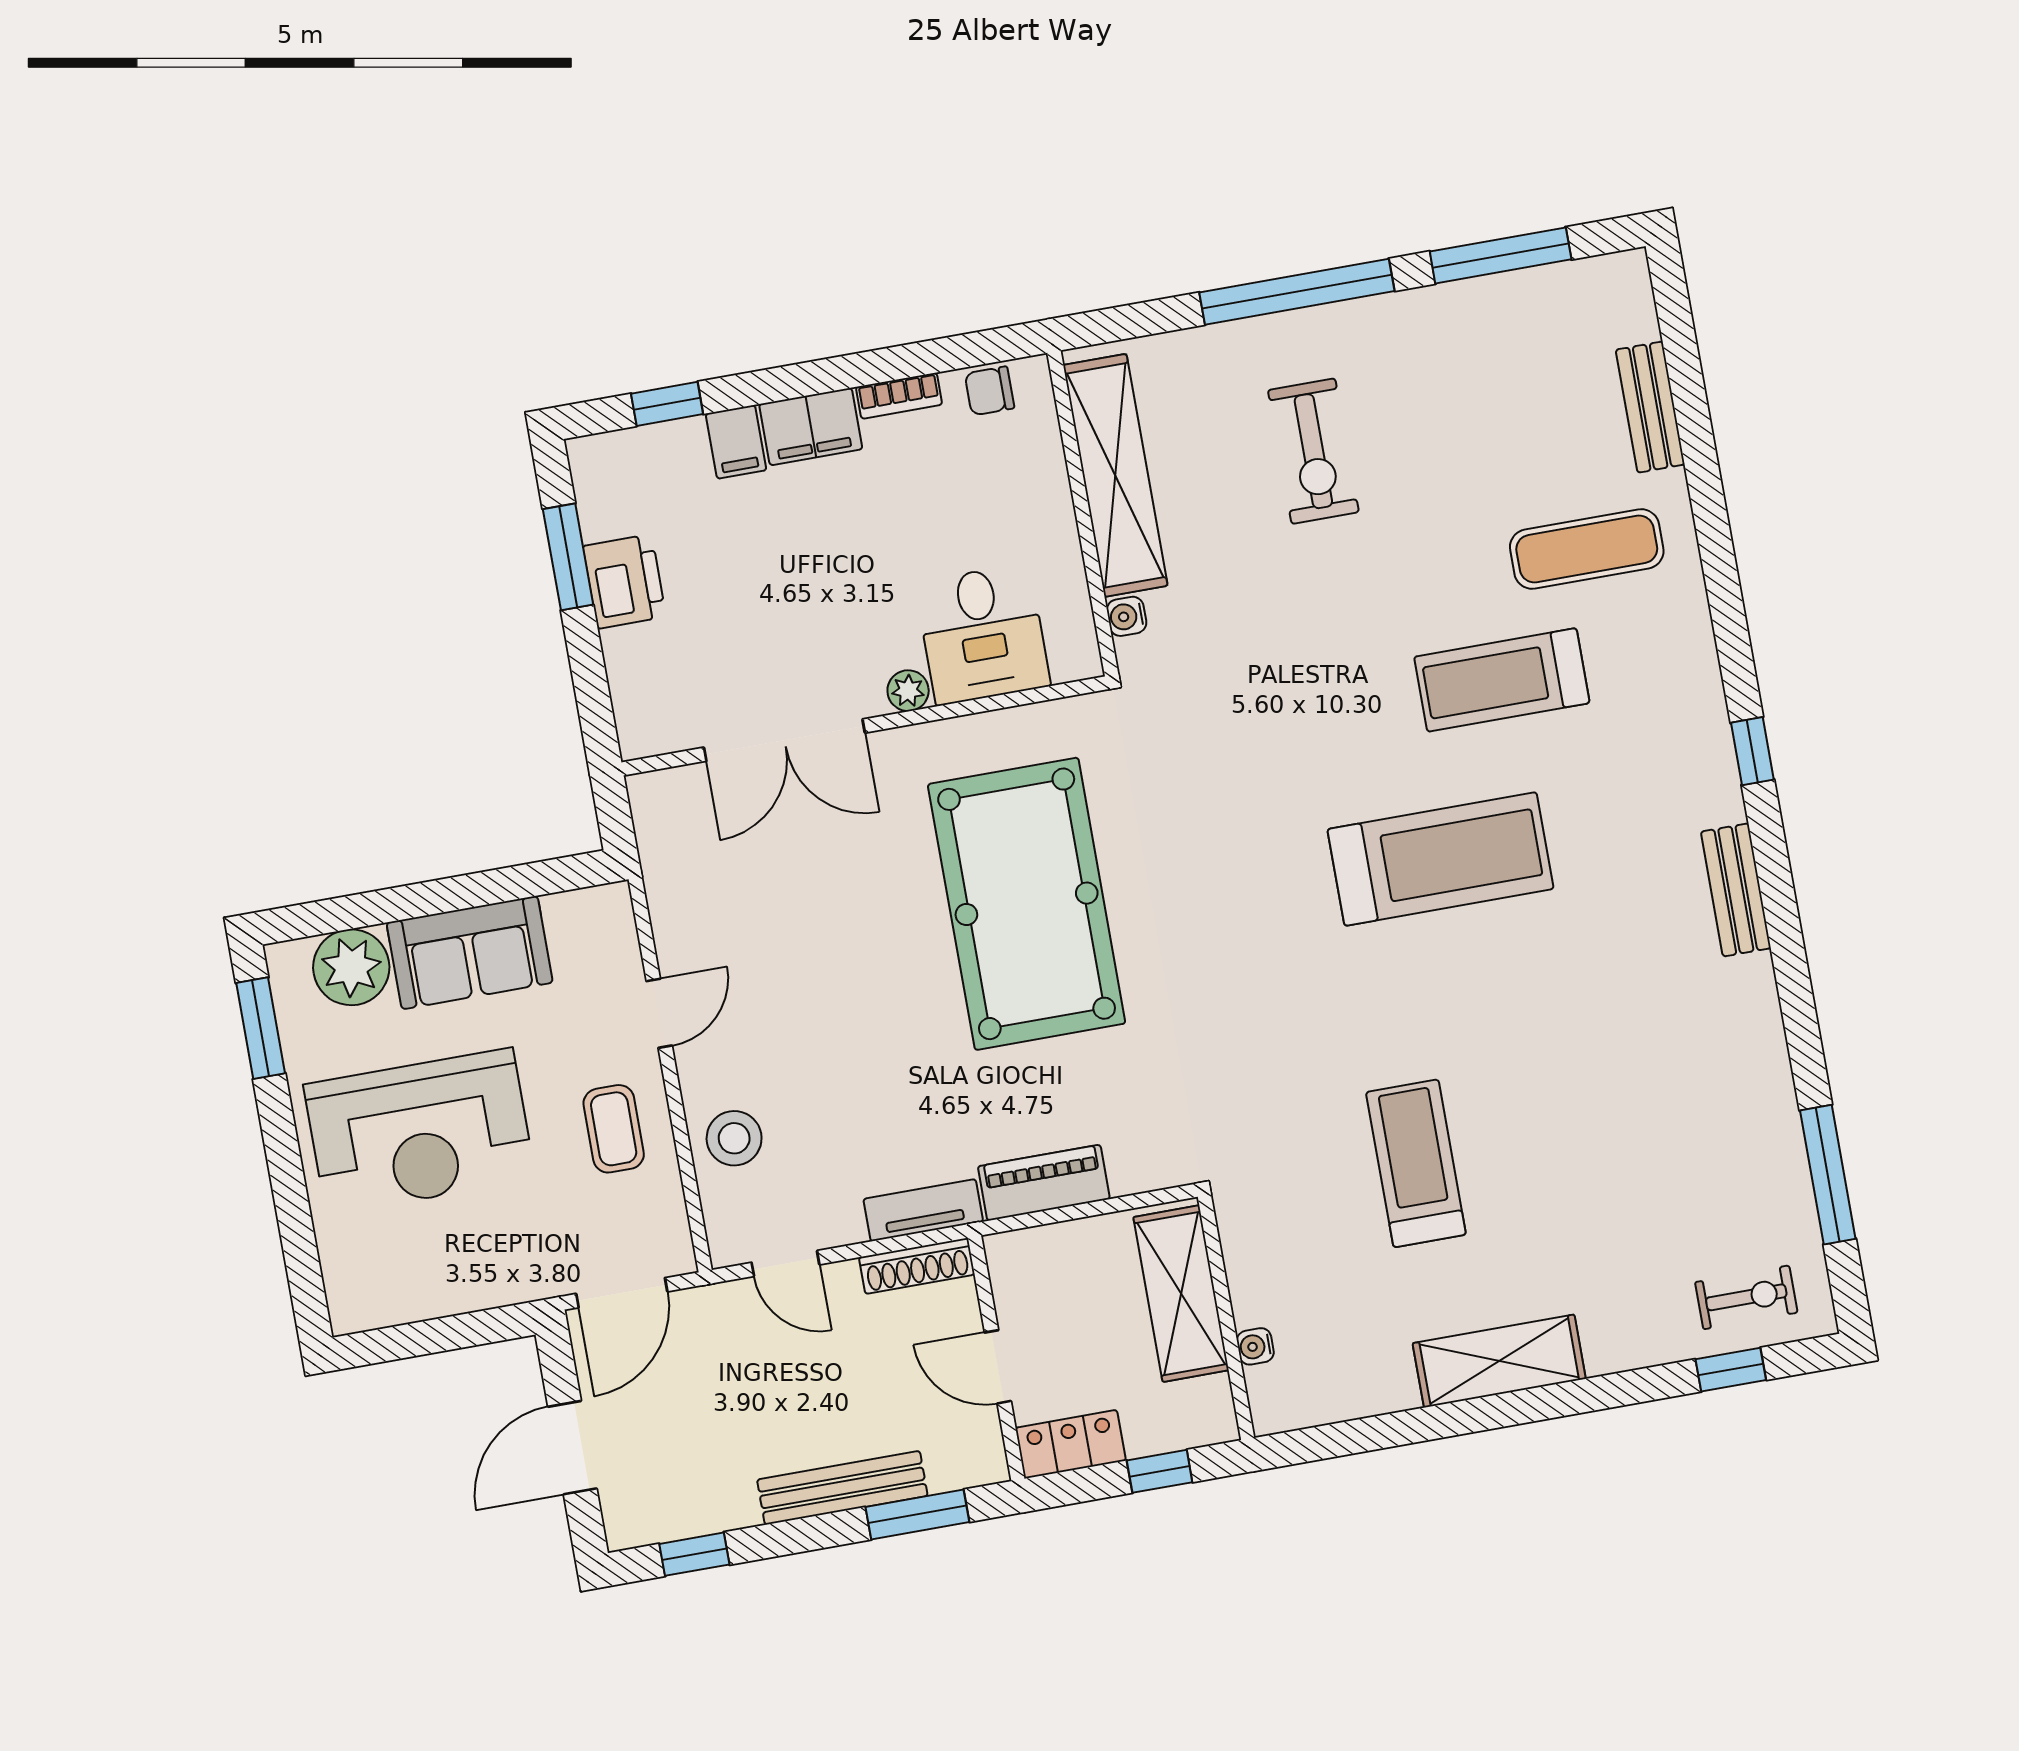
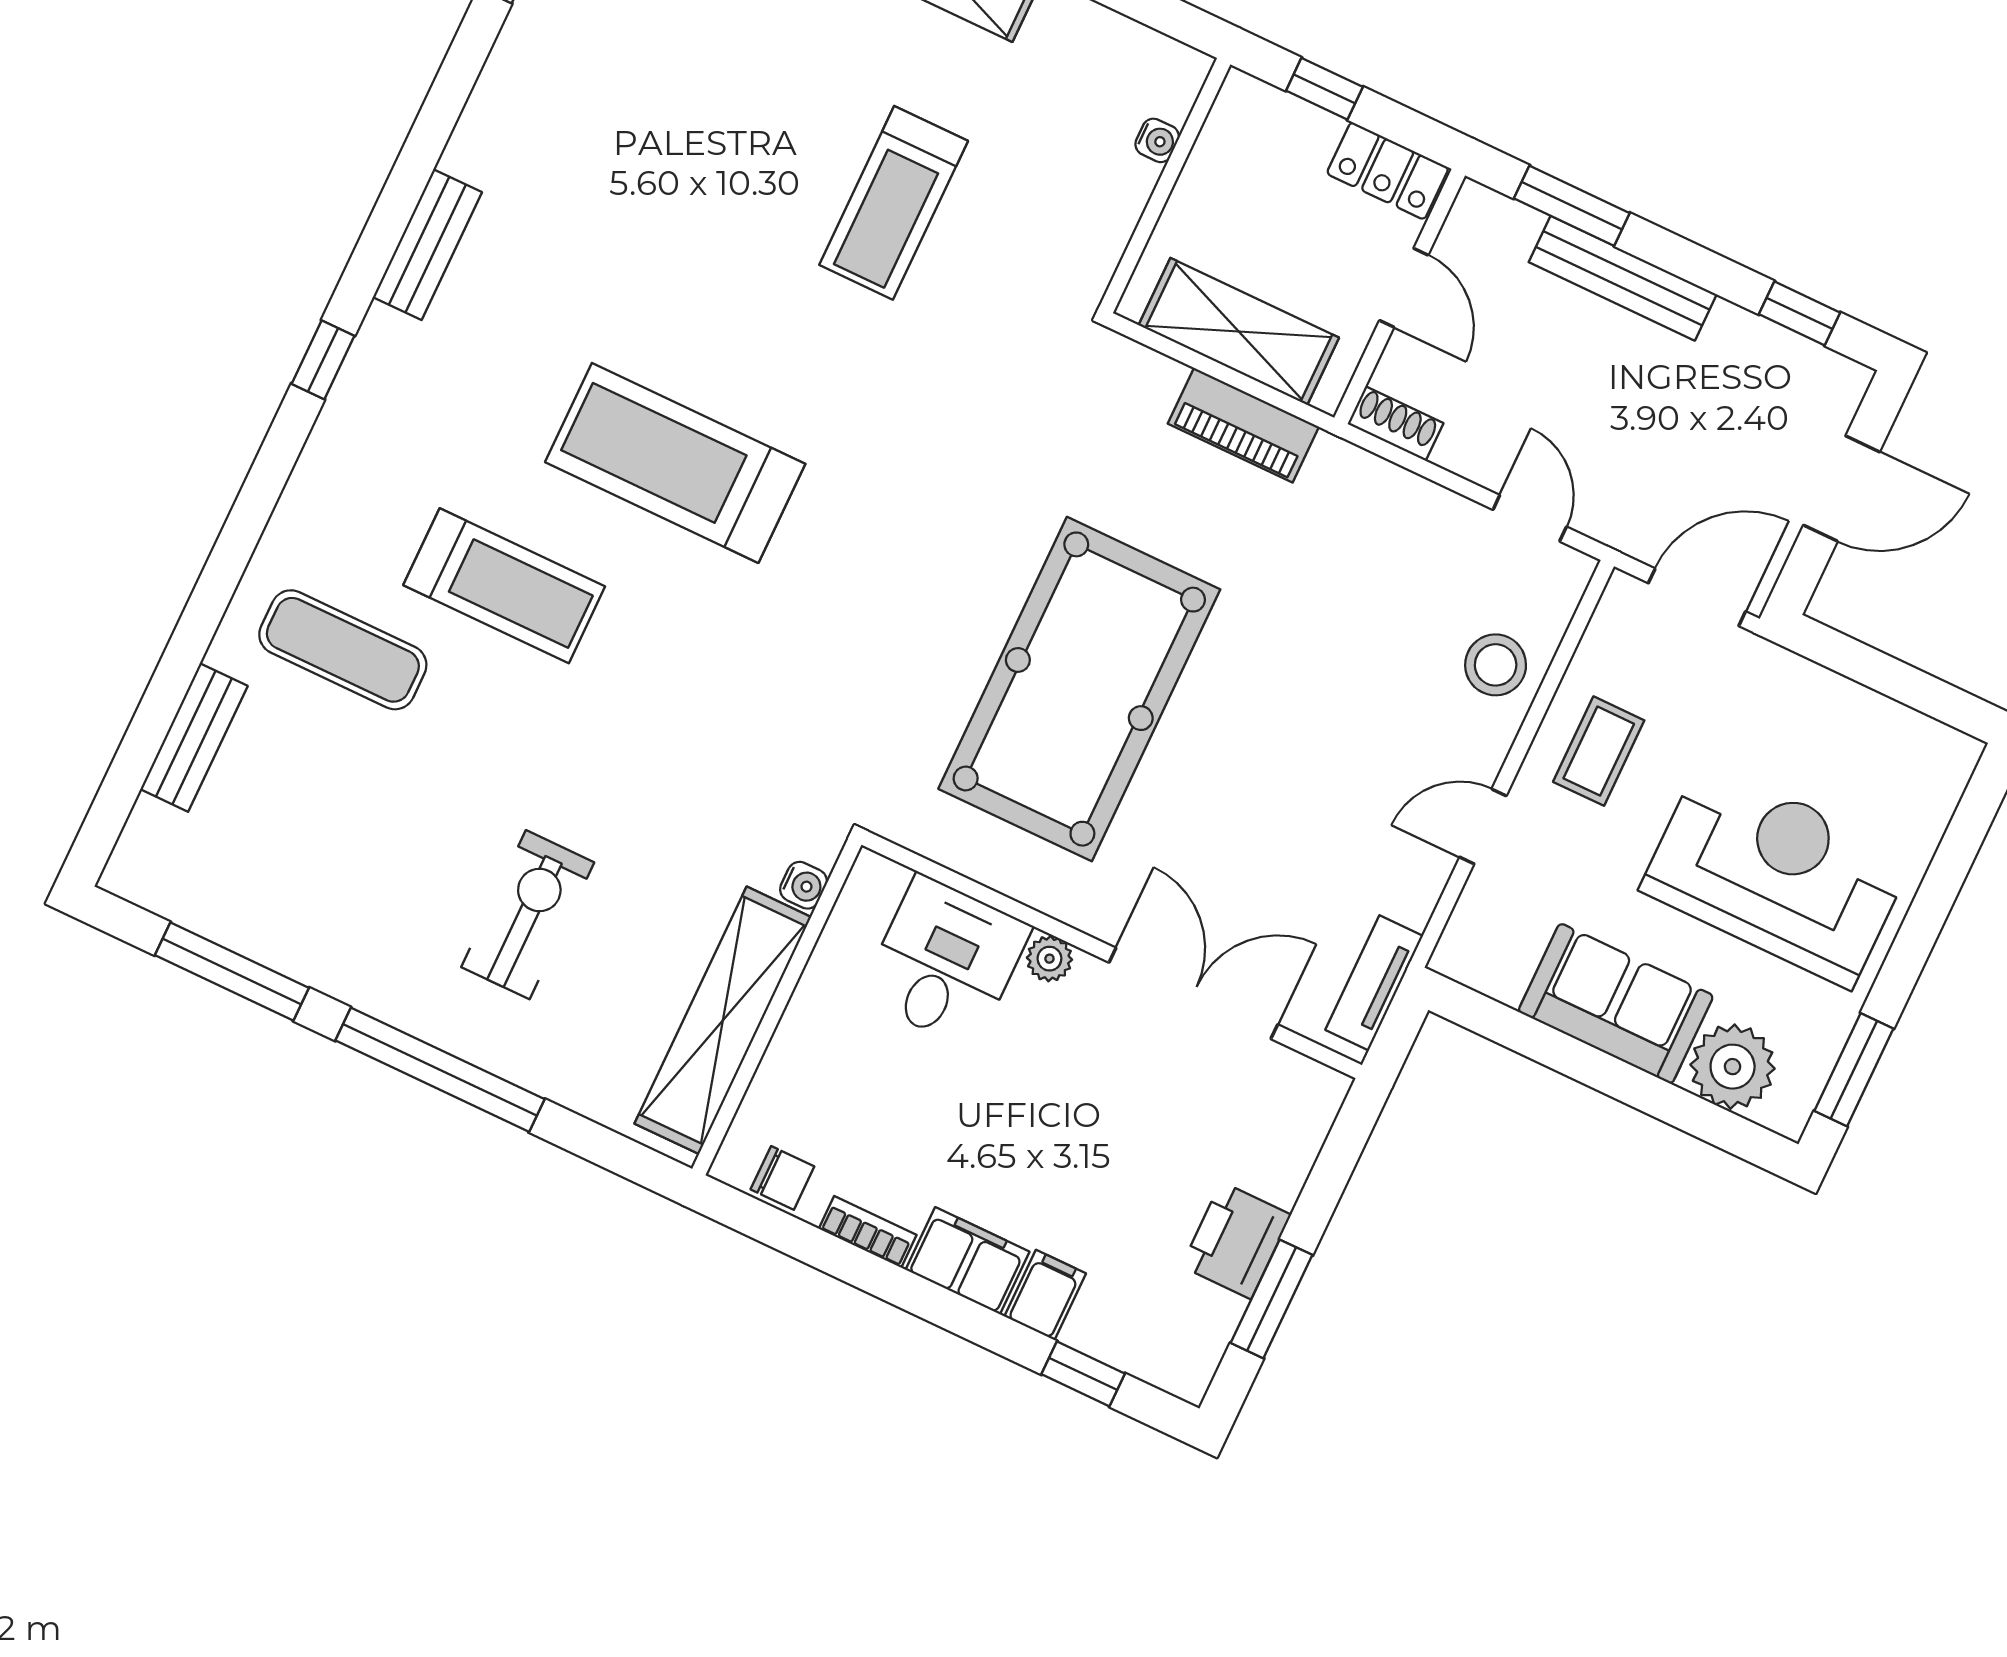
tv unit: (923, 1210) -> (1374, 983), moved, turned 90
shoe rack: (917, 1266) -> (1395, 424), width x0.70
shelving: (1181, 1294) -> (1239, 331), moved, turned 90

